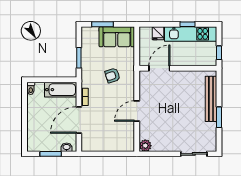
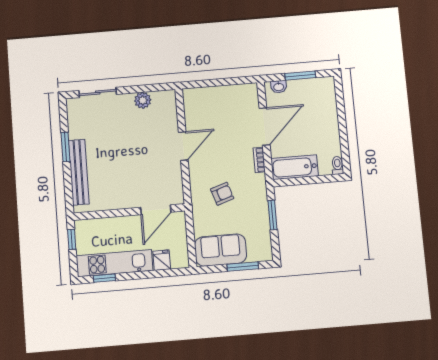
window: (187, 24) -> (104, 278), moved
plant: (145, 146) -> (143, 100), moved

